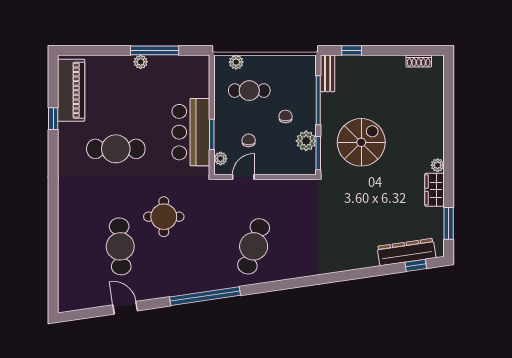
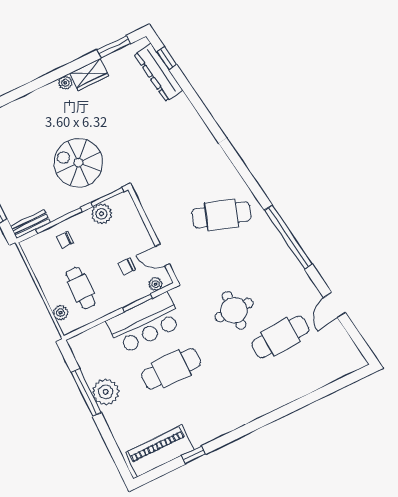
plant: (141, 62) -> (106, 392), width x1.88, depth x1.88
chair: (286, 116) -> (65, 240), moved
cafe table: (116, 149) -> (171, 369), moved, turned 90

